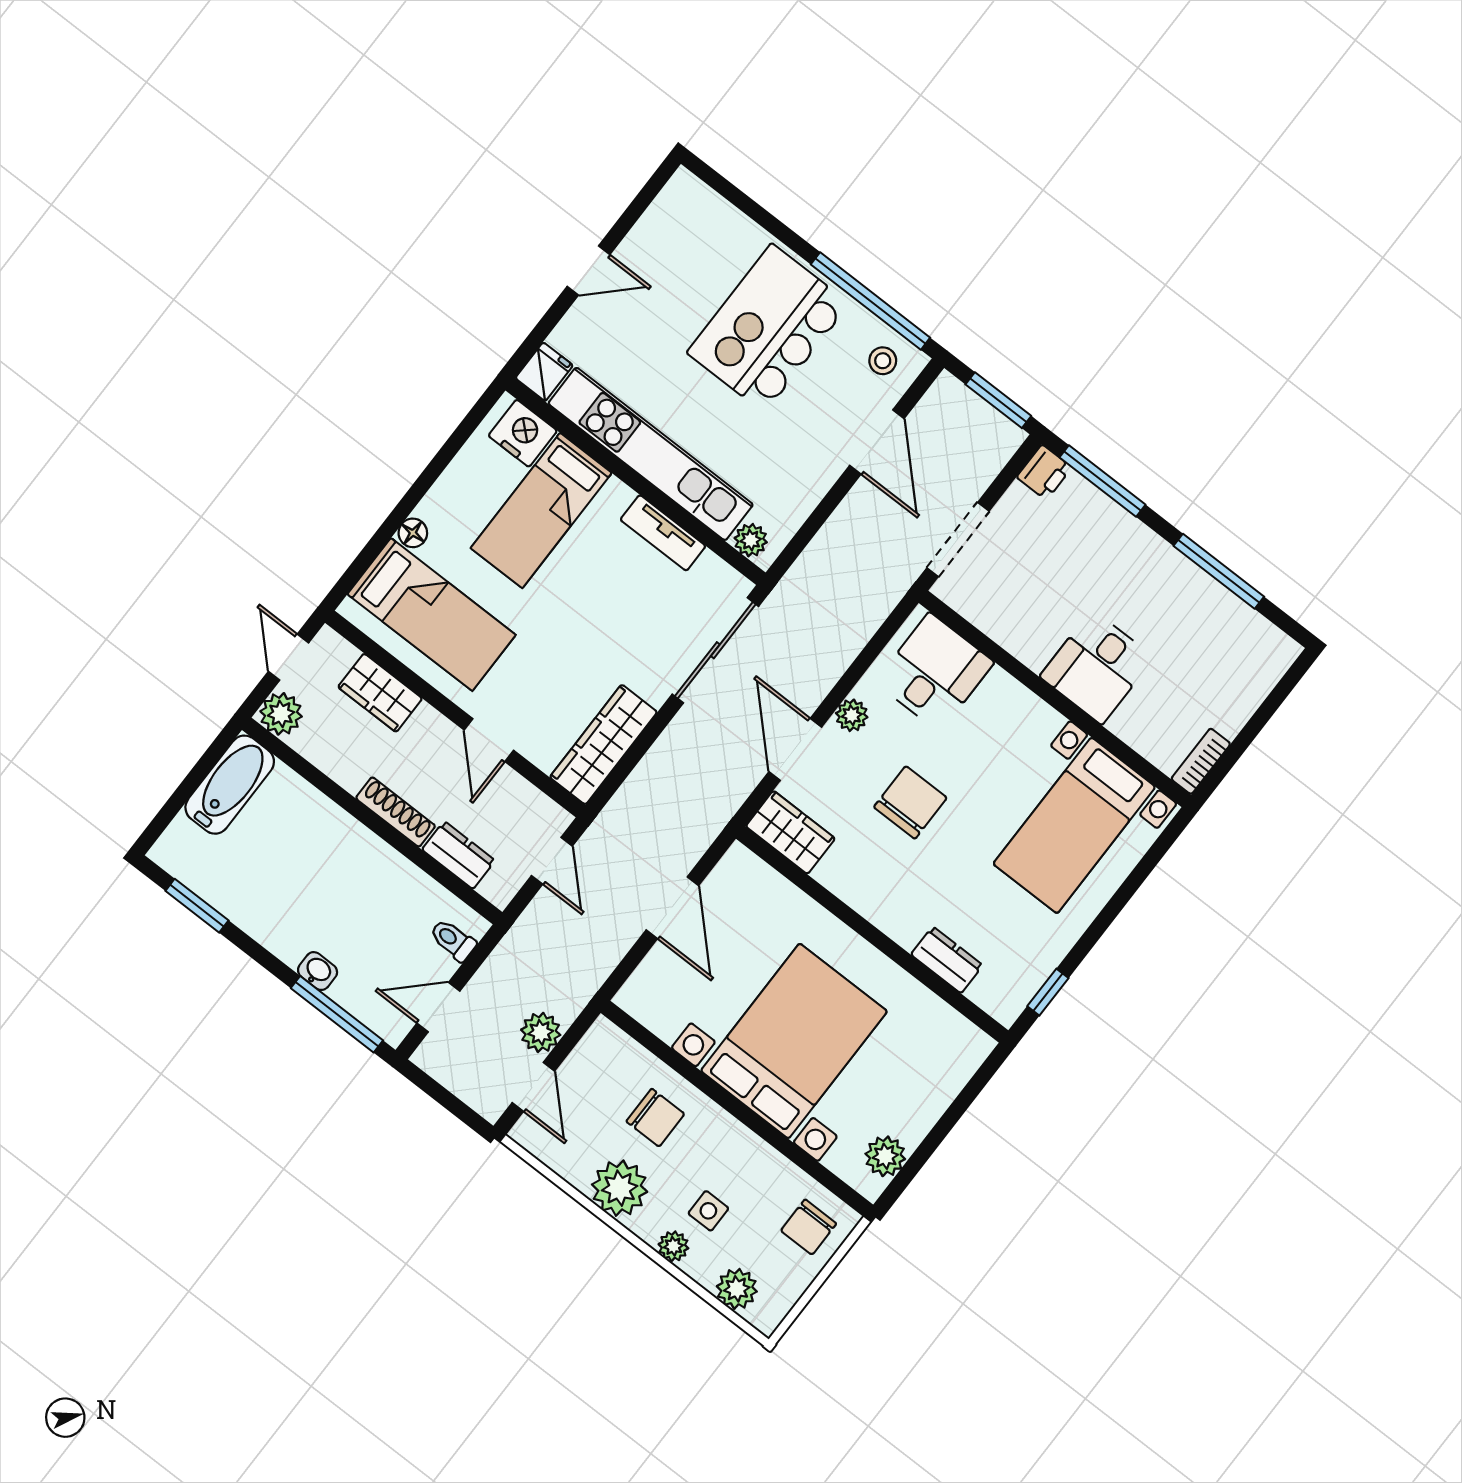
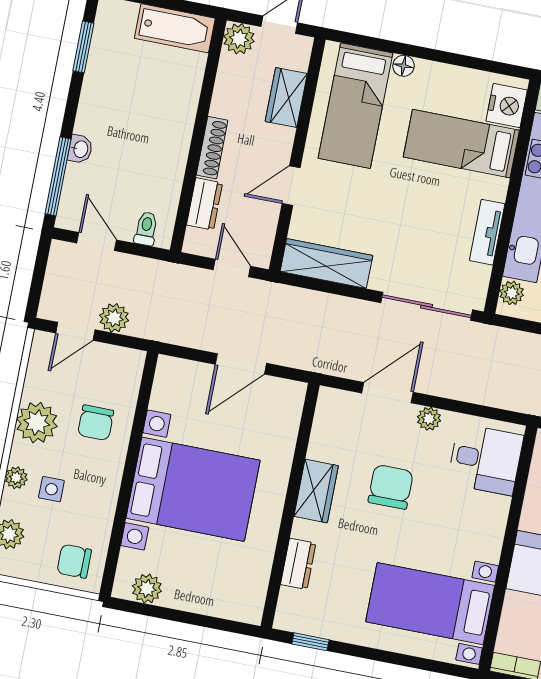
chair: (910, 802) -> (391, 487), turned -90
wardrobe: (790, 832) -> (316, 491), moved
door: (552, 861) -> (232, 268), swing flipped

